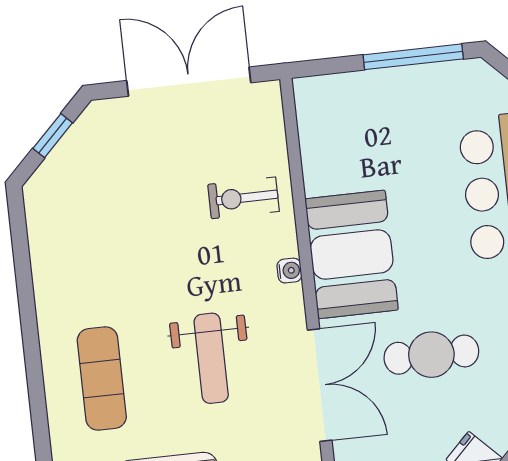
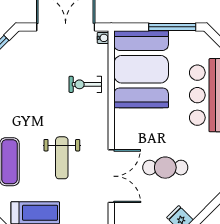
booth: (352, 254) -> (141, 69), moved, width x1.36, depth x1.42
water cooler: (289, 271) -> (103, 38), moved

